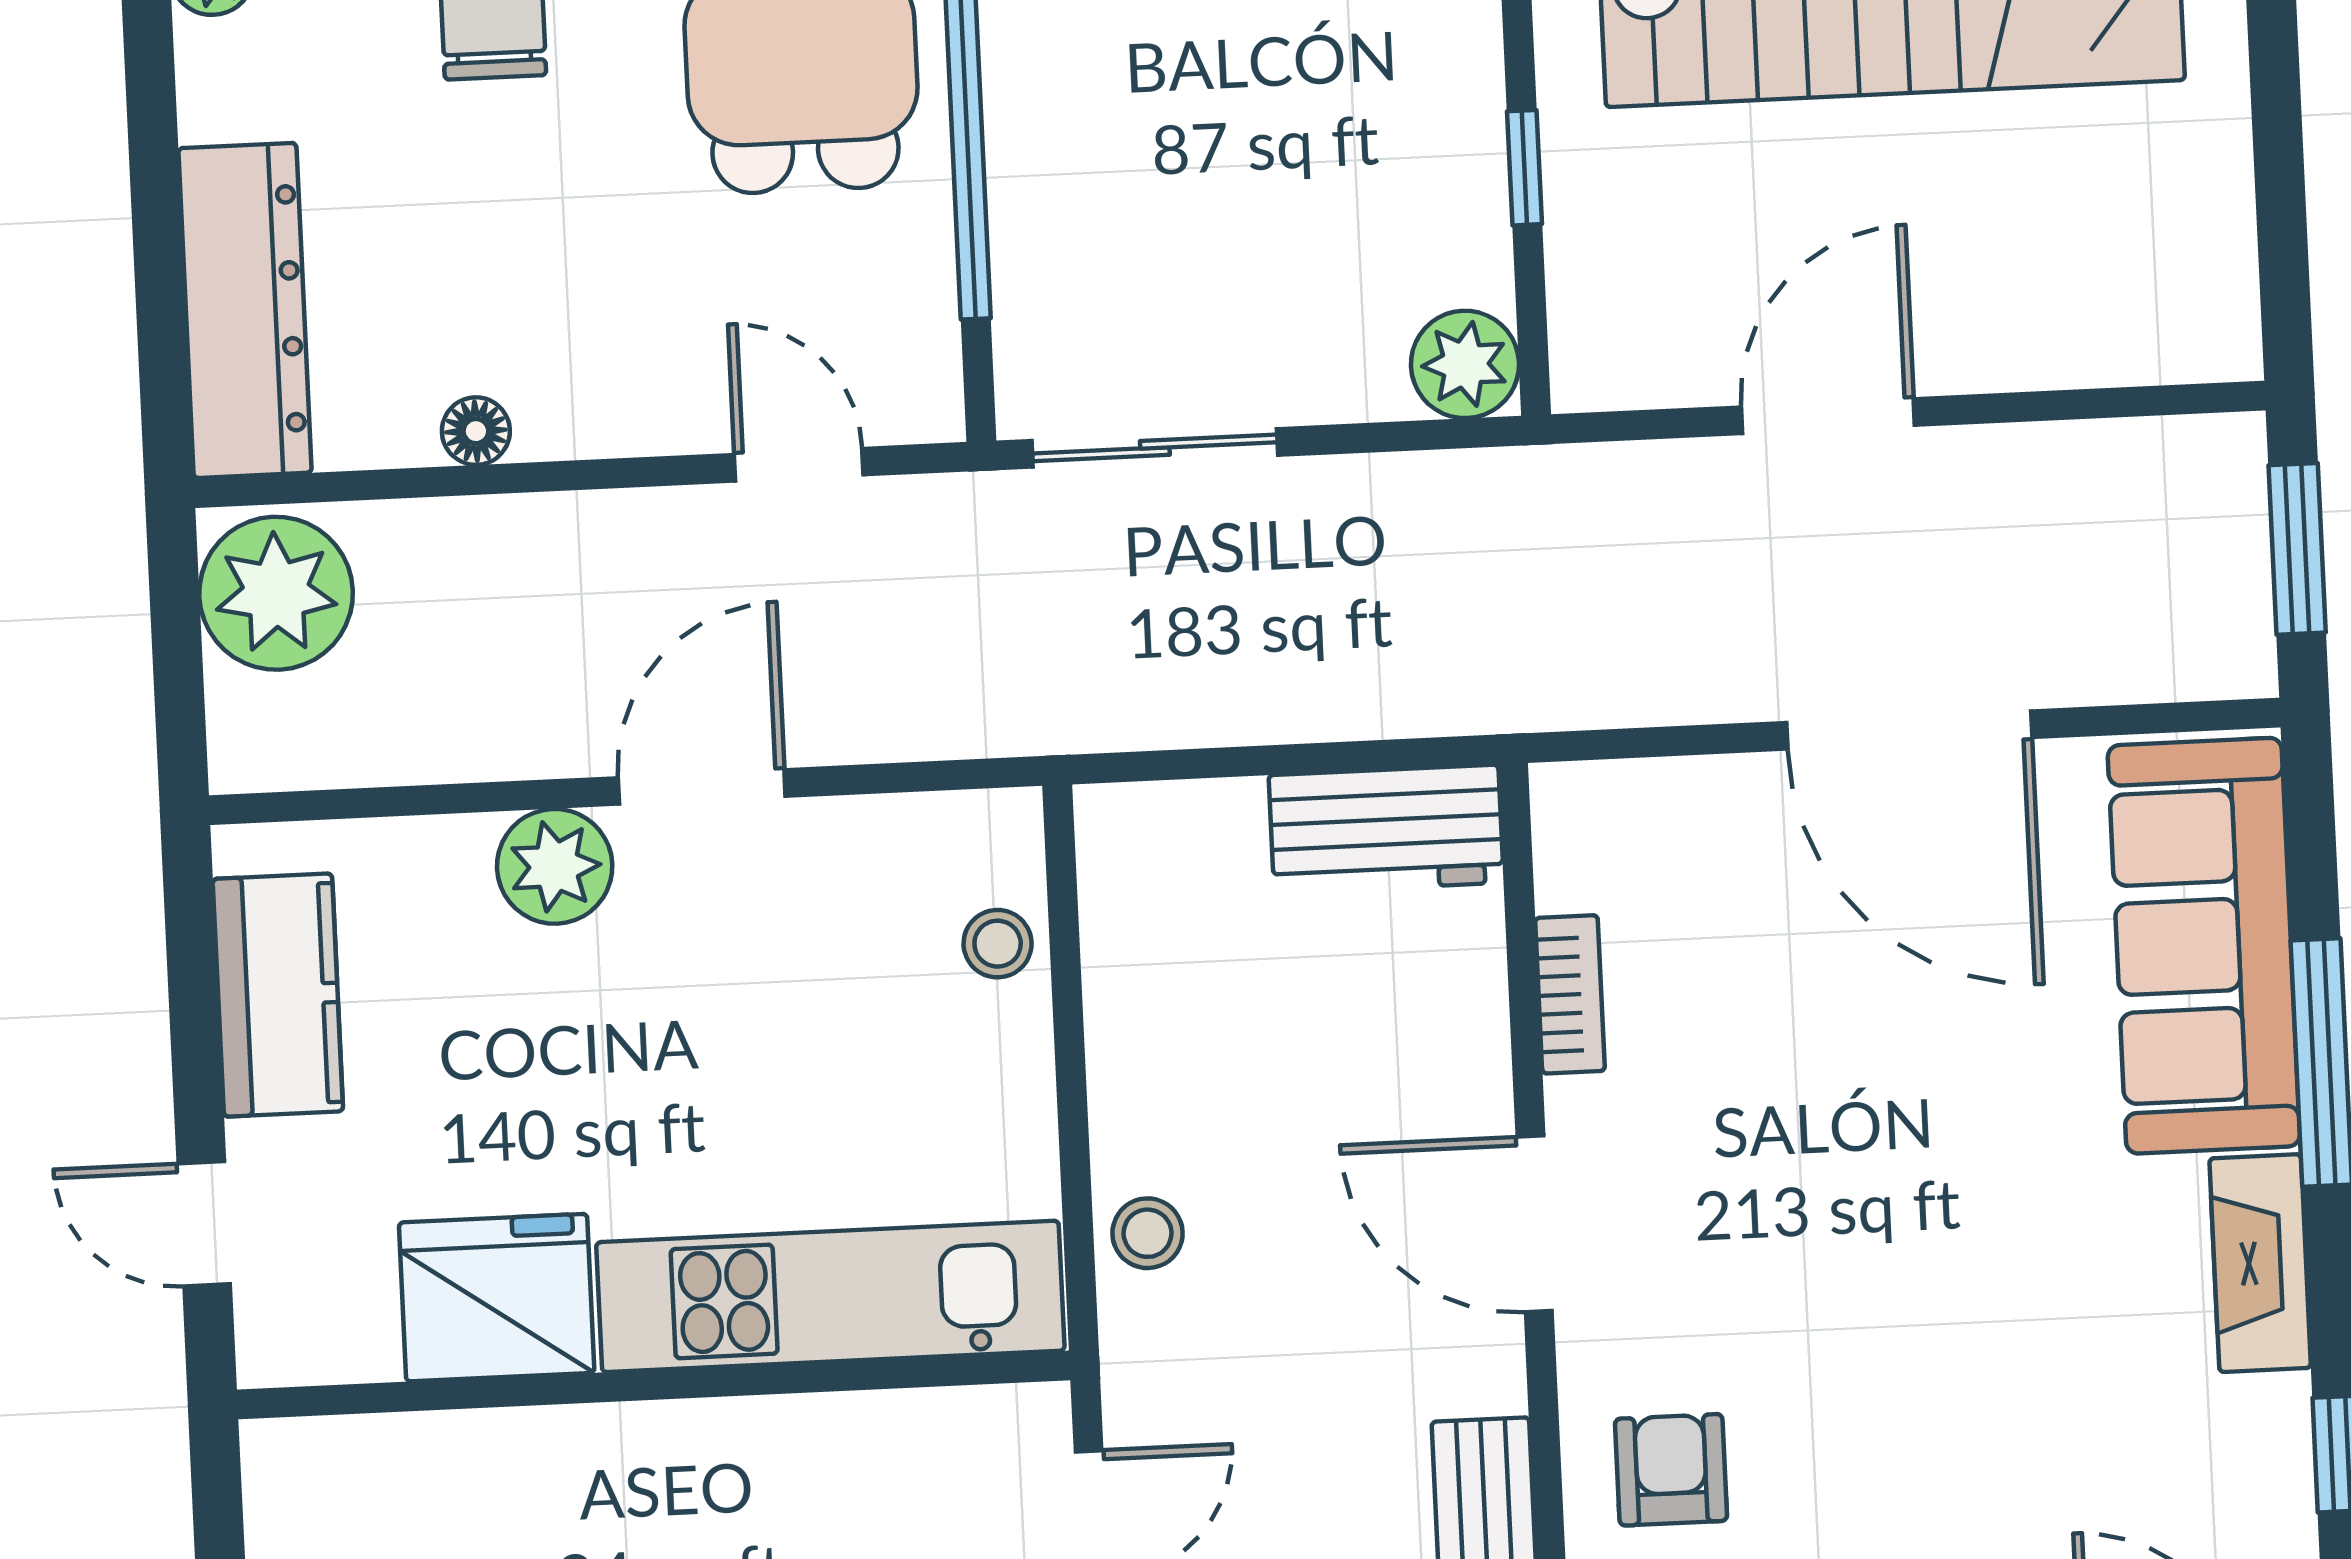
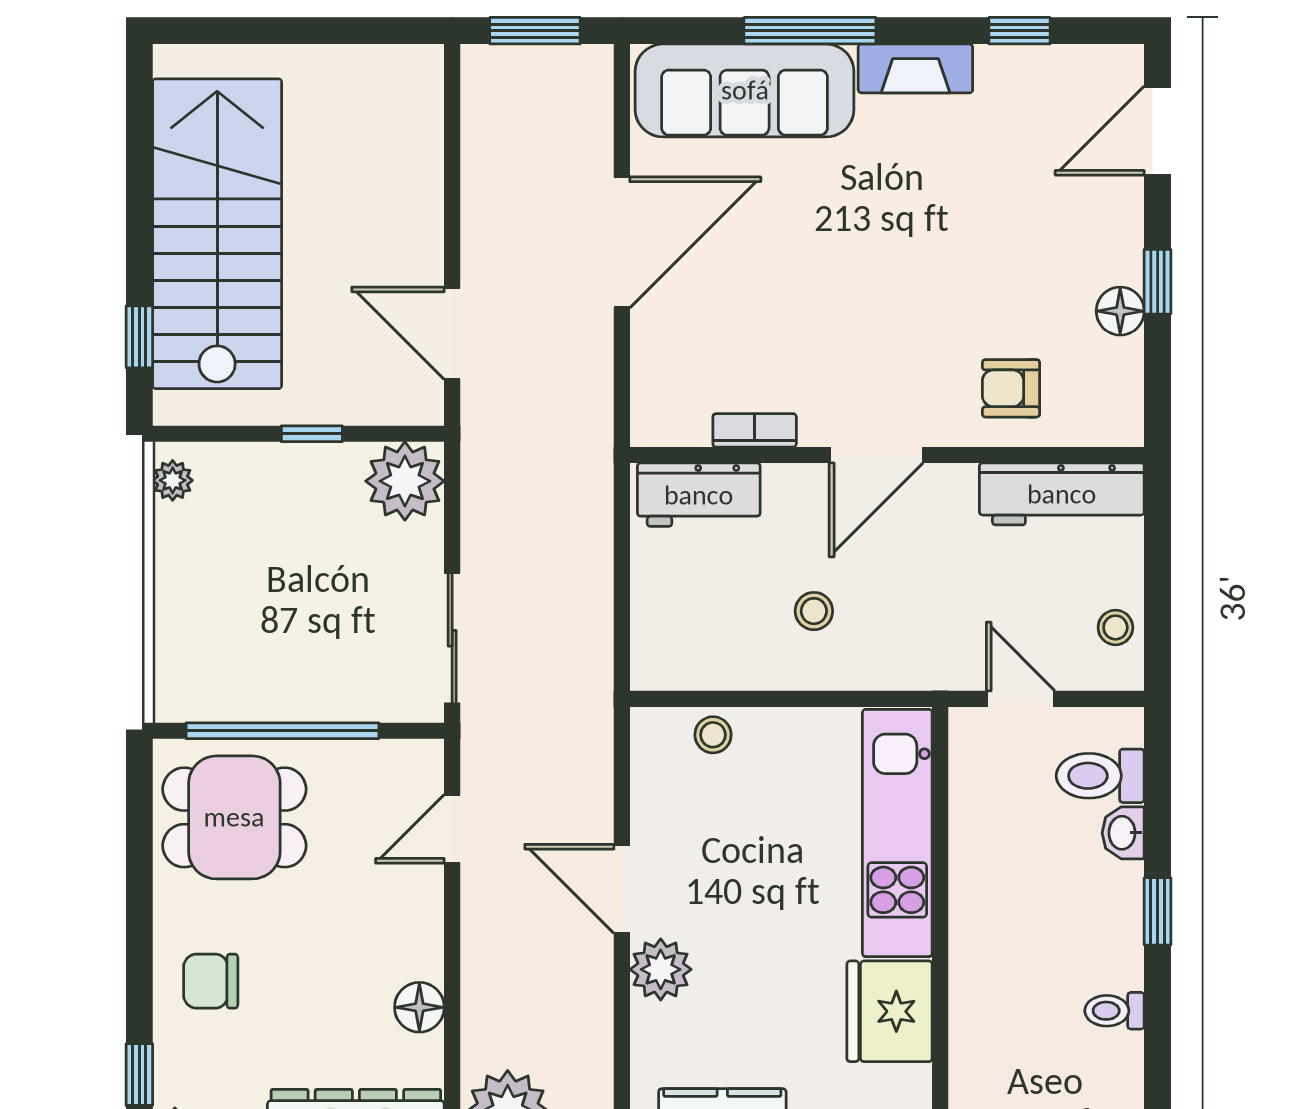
plant: (1465, 364) -> (405, 481), width x1.36, depth x1.36
door: (1828, 416) -> (452, 333), moved
floor lamp: (476, 431) -> (419, 1007), width x1.37, depth x1.37
workbench: (1386, 829) -> (699, 495), moved, turned 90
stool: (1148, 1233) -> (814, 611), moved

